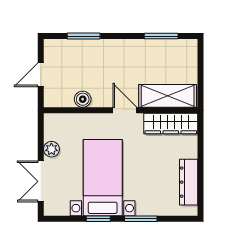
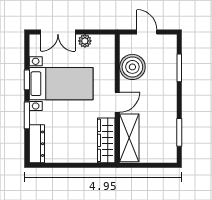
boiler: (83, 99) -> (132, 67), width x1.86, depth x1.86
double door: (41, 181) -> (58, 32), swing flipped
dresser: (189, 182) -> (37, 144), moved, turned 90

